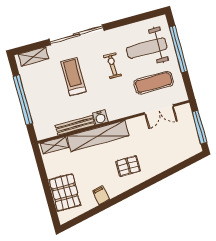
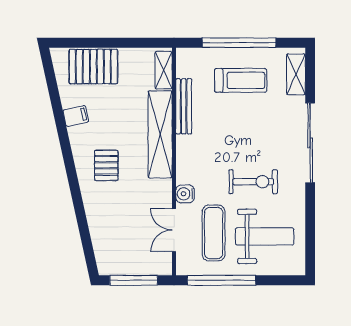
weight bench: (147, 48) -> (265, 236), turned 90
window: (178, 49) -> (221, 280), moved
exercise bike: (112, 66) -> (253, 182), width x1.38, depth x1.39
treadmill: (73, 77) -> (241, 80), moved
water cooler: (100, 117) -> (185, 194), moved

